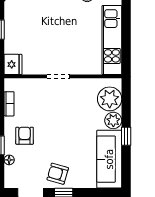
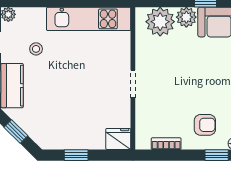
armchair: (25, 136) -> (205, 125), turned 180

